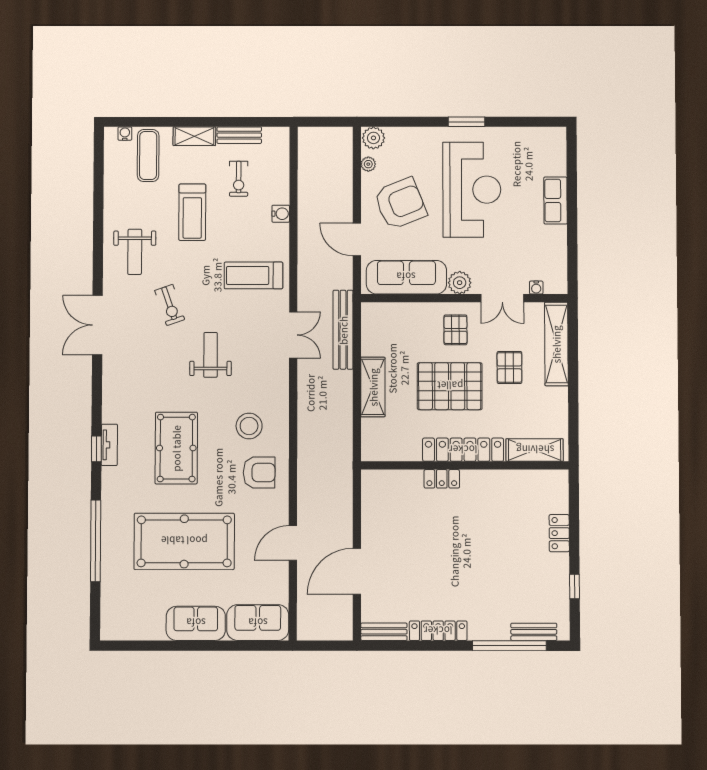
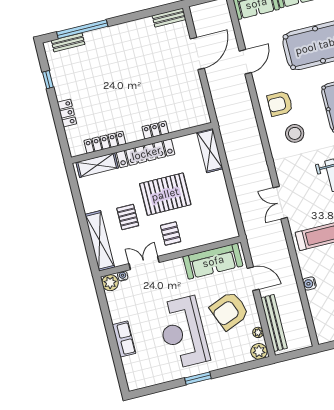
plant: (460, 283) -> (110, 283), moved
bench: (343, 330) -> (274, 323), moved
shelving: (373, 387) -> (210, 151), moved
locker: (438, 631) -> (105, 142), moved, turned 180

